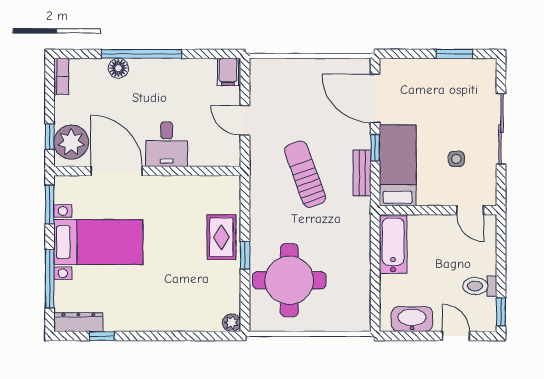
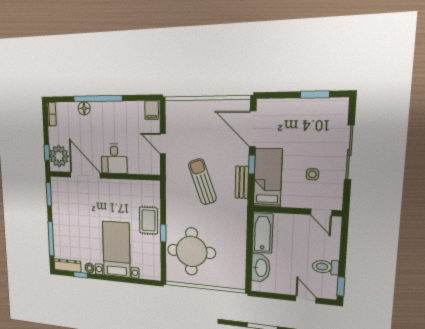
bed with nightstands: (98, 242) -> (116, 249), moved, turned -90
washbasin: (412, 319) -> (261, 268), moved, turned 90
plant: (232, 323) -> (89, 268), moved

